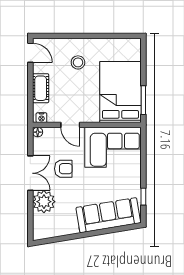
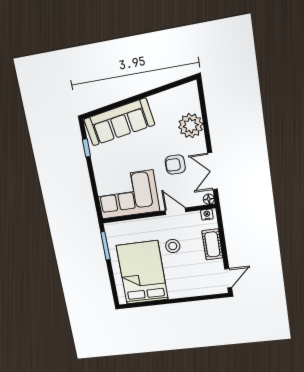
door: (30, 53) -> (228, 278), swing flipped
stool: (78, 62) -> (173, 246), moved
bed: (120, 92) -> (142, 273), moved, turned 180
double door: (30, 173) -> (212, 171), moved

